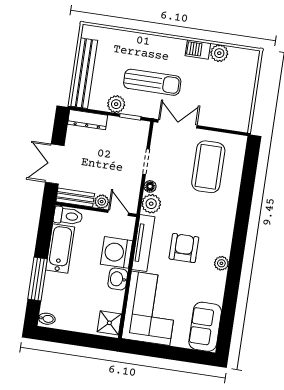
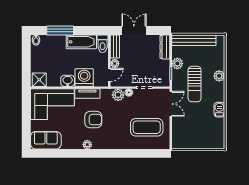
plant: (219, 53) -> (219, 76), moved
tv unit: (143, 243) -> (87, 93), width x0.71

